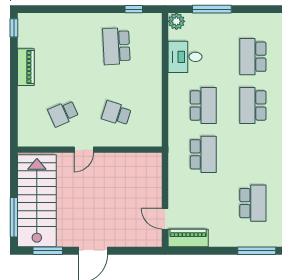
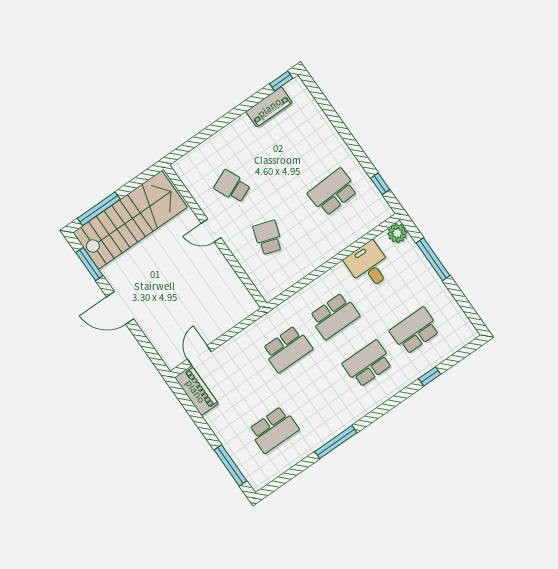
piano: (26, 67) -> (269, 107), moved

